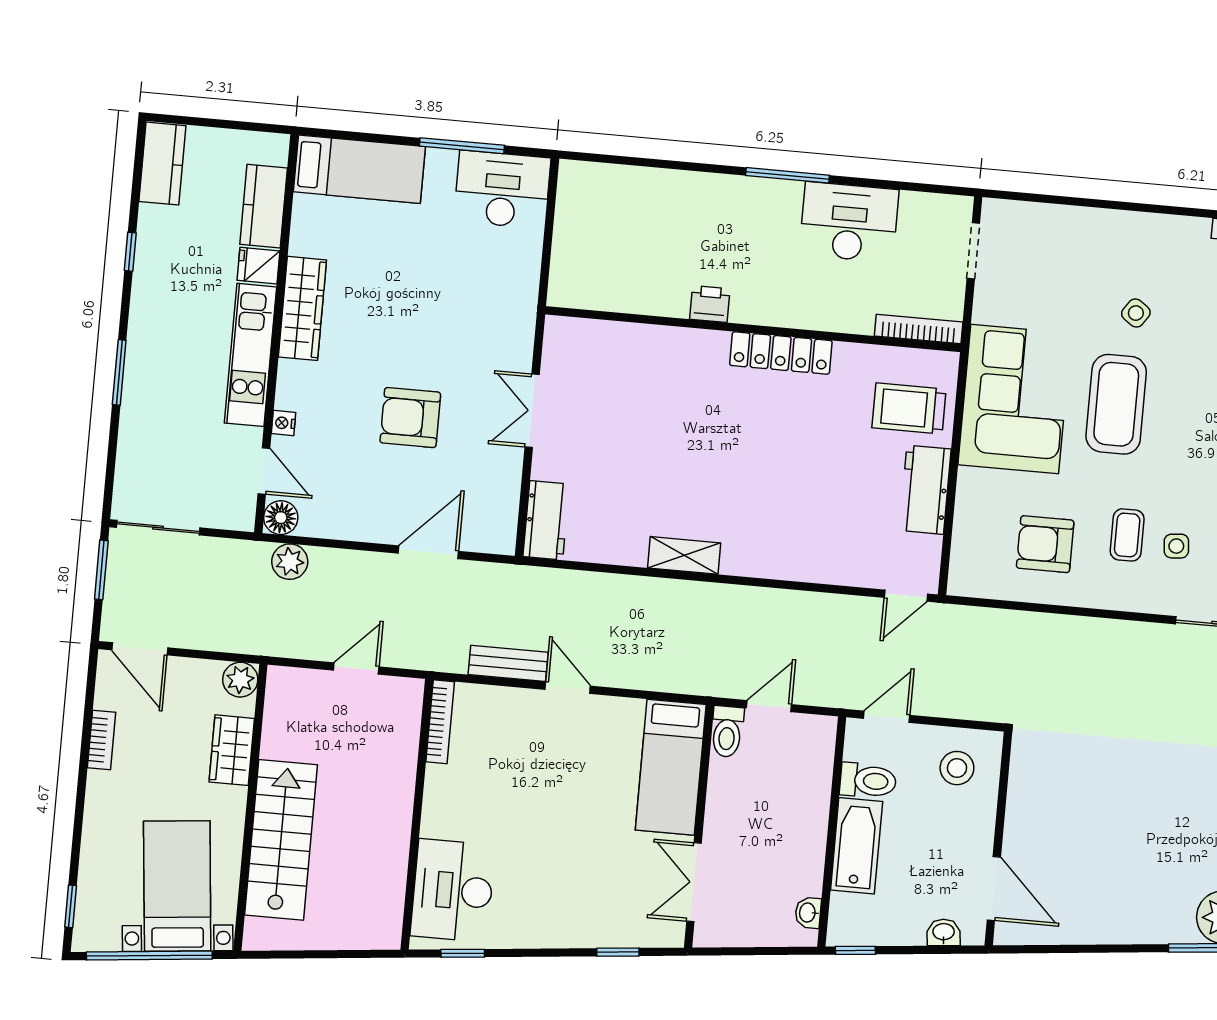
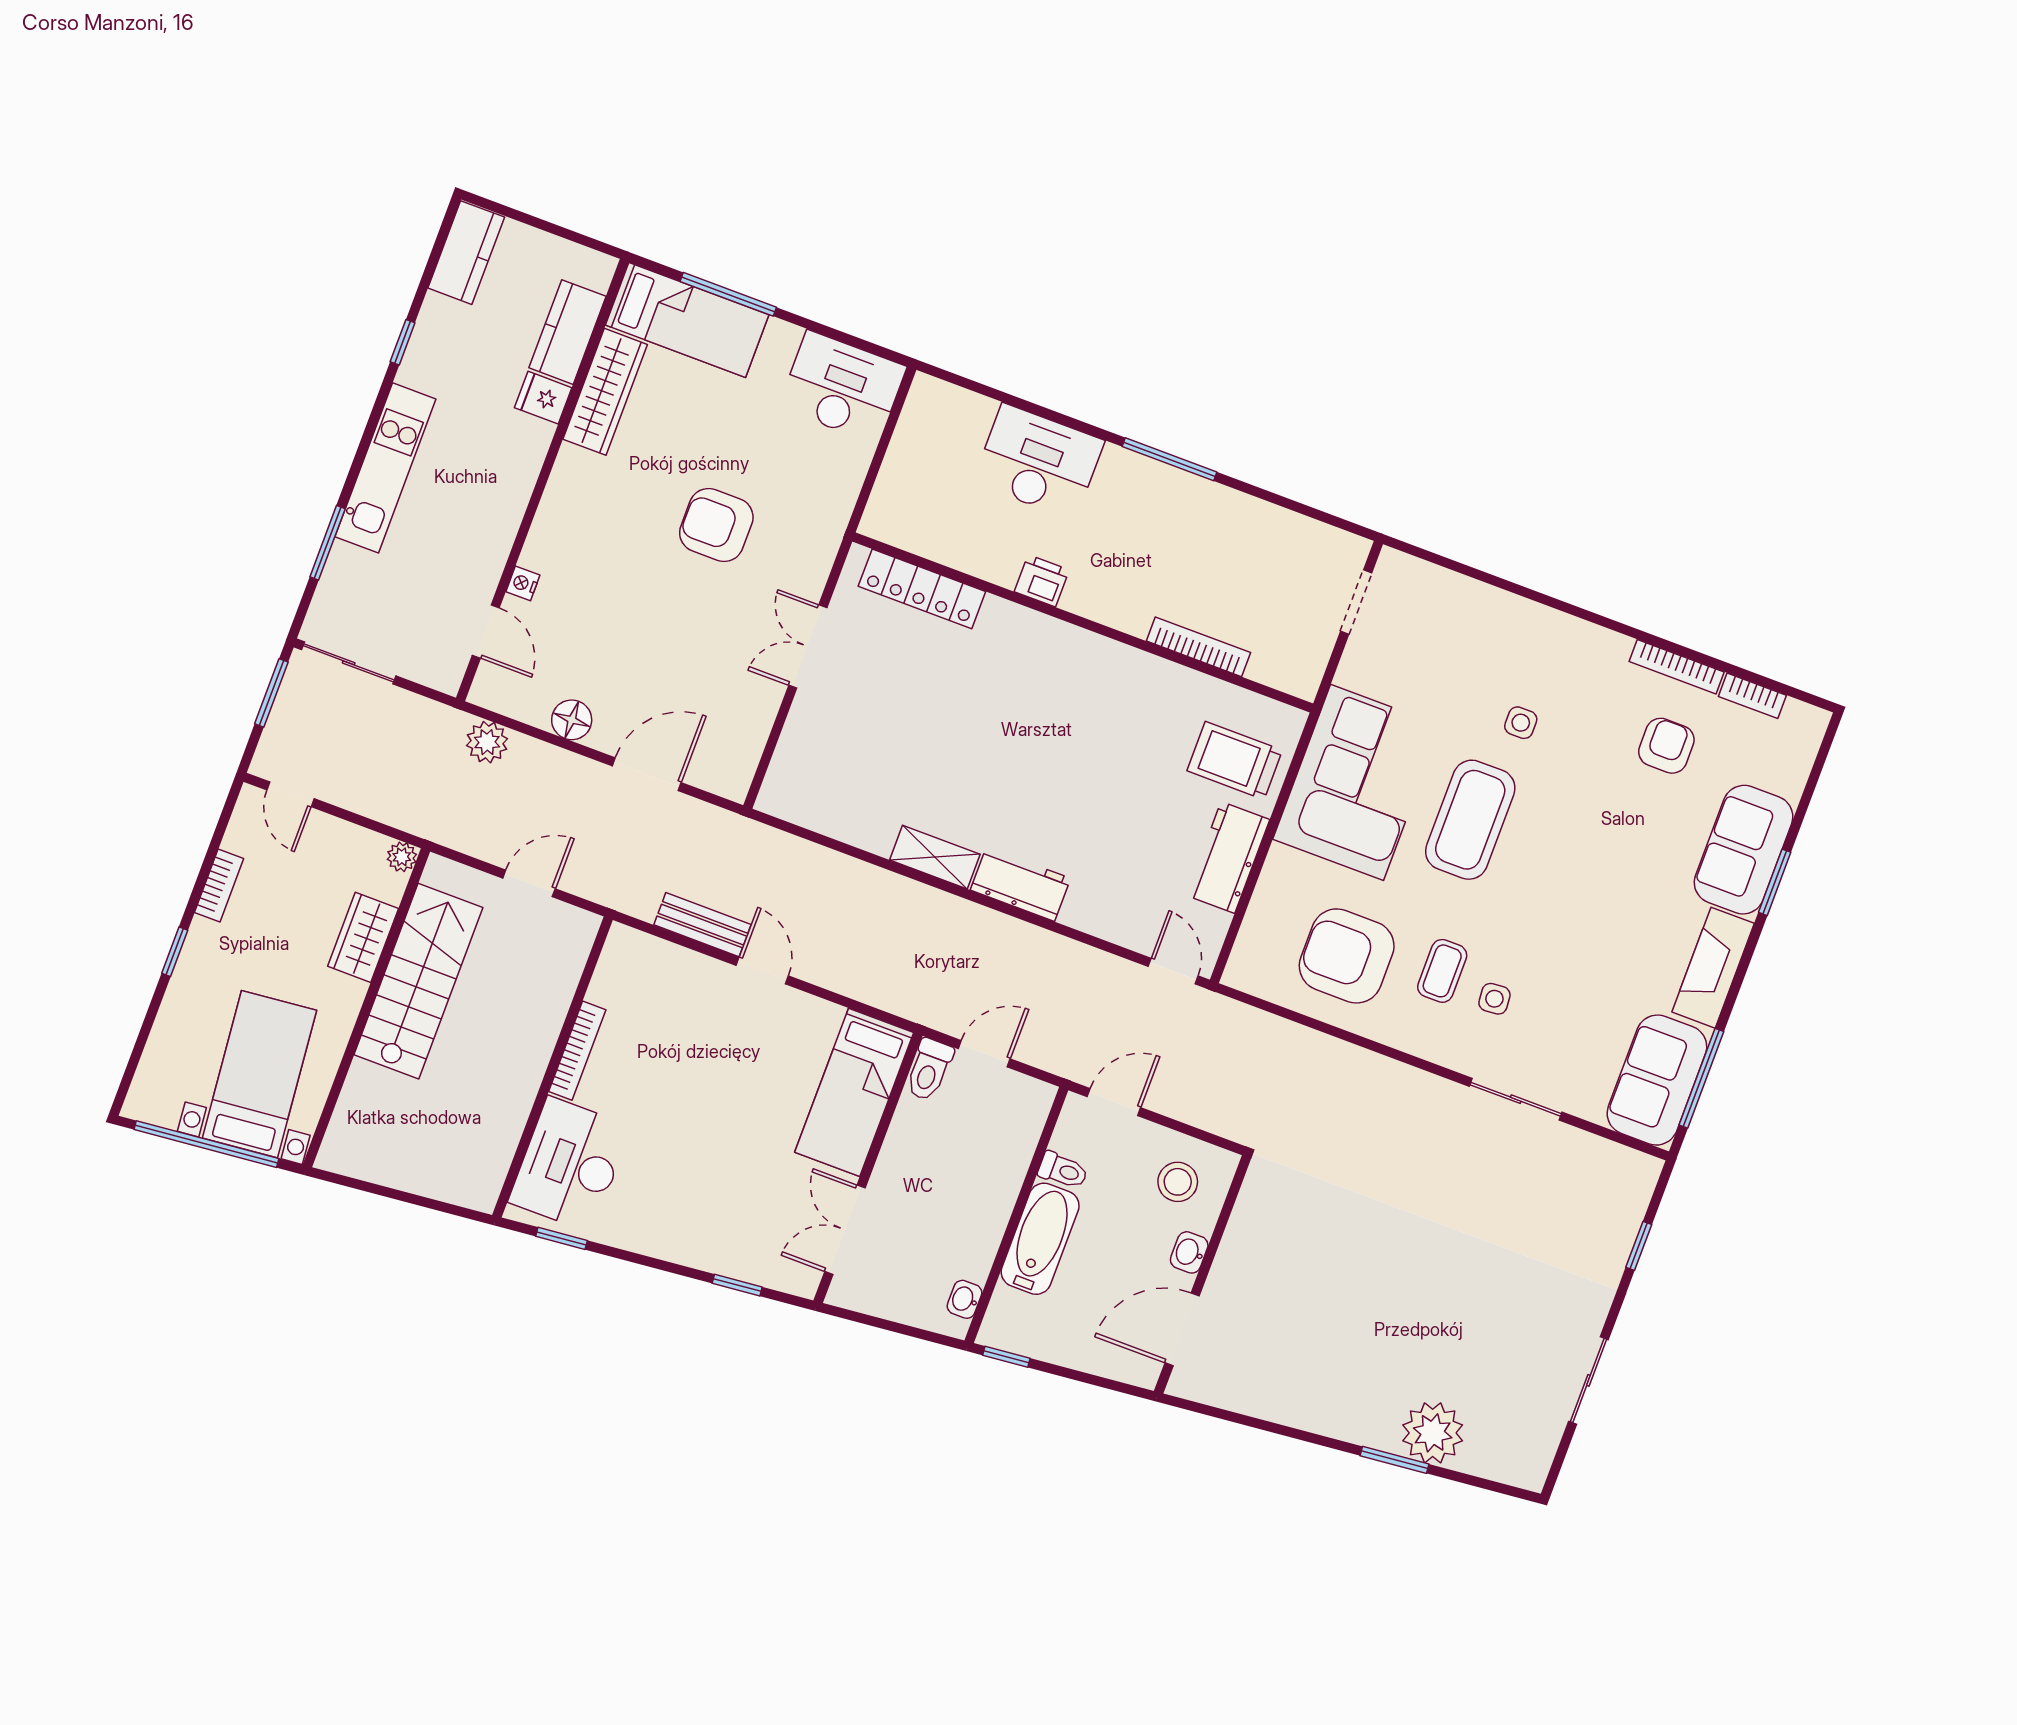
window: (462, 146) -> (728, 294), moved
desk: (849, 222) -> (1039, 462), moved
wardrobe: (302, 308) -> (605, 392), moved
side table: (1136, 313) -> (1521, 723), turned -35
bookcase: (919, 329) -> (1198, 647), moved
locker: (781, 353) -> (922, 589), moved
kitchen unit: (250, 355) -> (385, 468), moved, turned 180
window: (119, 372) -> (328, 543), moved
armchair: (410, 418) -> (716, 525), moved
floor lamp: (281, 518) -> (572, 720), moved
workbench: (546, 520) -> (1020, 884), moved, turned -90
armchair: (1045, 544) -> (1347, 956), width x1.36, depth x1.36
door: (906, 596) -> (1173, 971), swing flipped
door: (140, 649) -> (290, 794), width x0.73
plant: (240, 680) -> (402, 857), width x0.73, depth x0.73
bookcase: (440, 722) -> (577, 1051), moved
toilet: (868, 781) -> (1063, 1170), width x0.73, depth x0.72
stairs: (281, 840) -> (418, 981), moved
door: (994, 888) -> (1182, 1329), swing flipped
window: (71, 906) -> (175, 952), moved
washbasin: (944, 932) -> (1189, 1252), moved, turned -84

